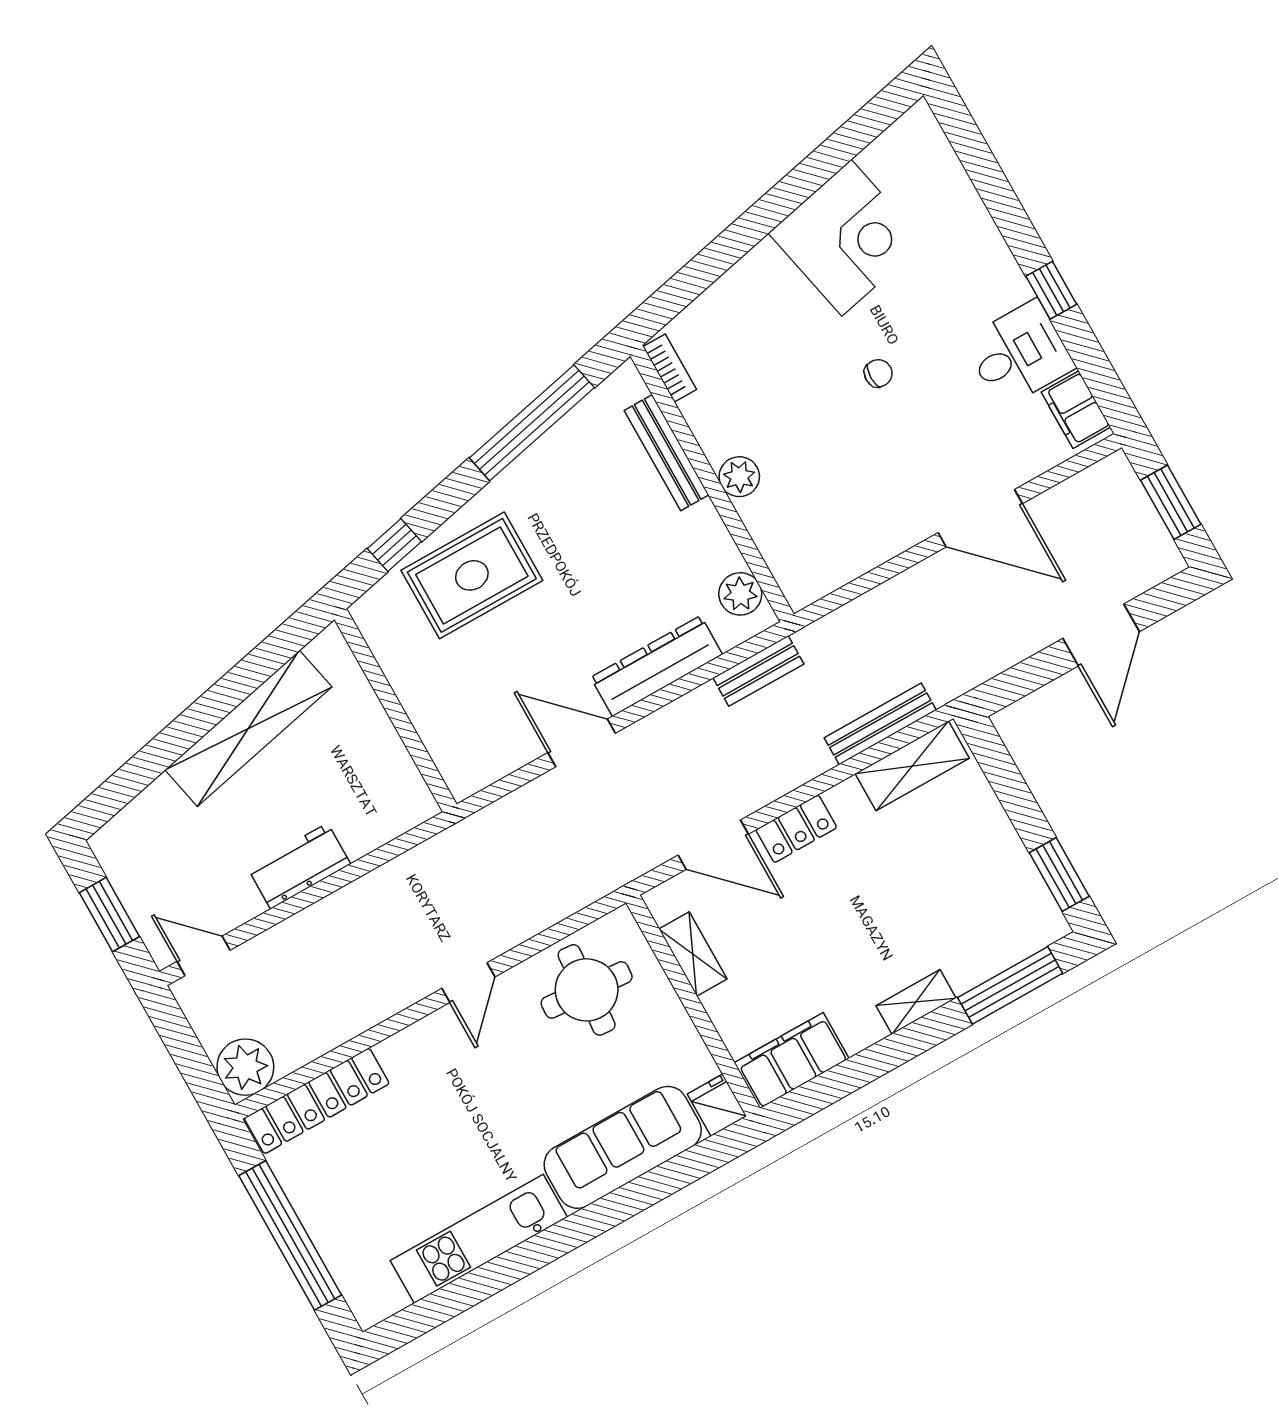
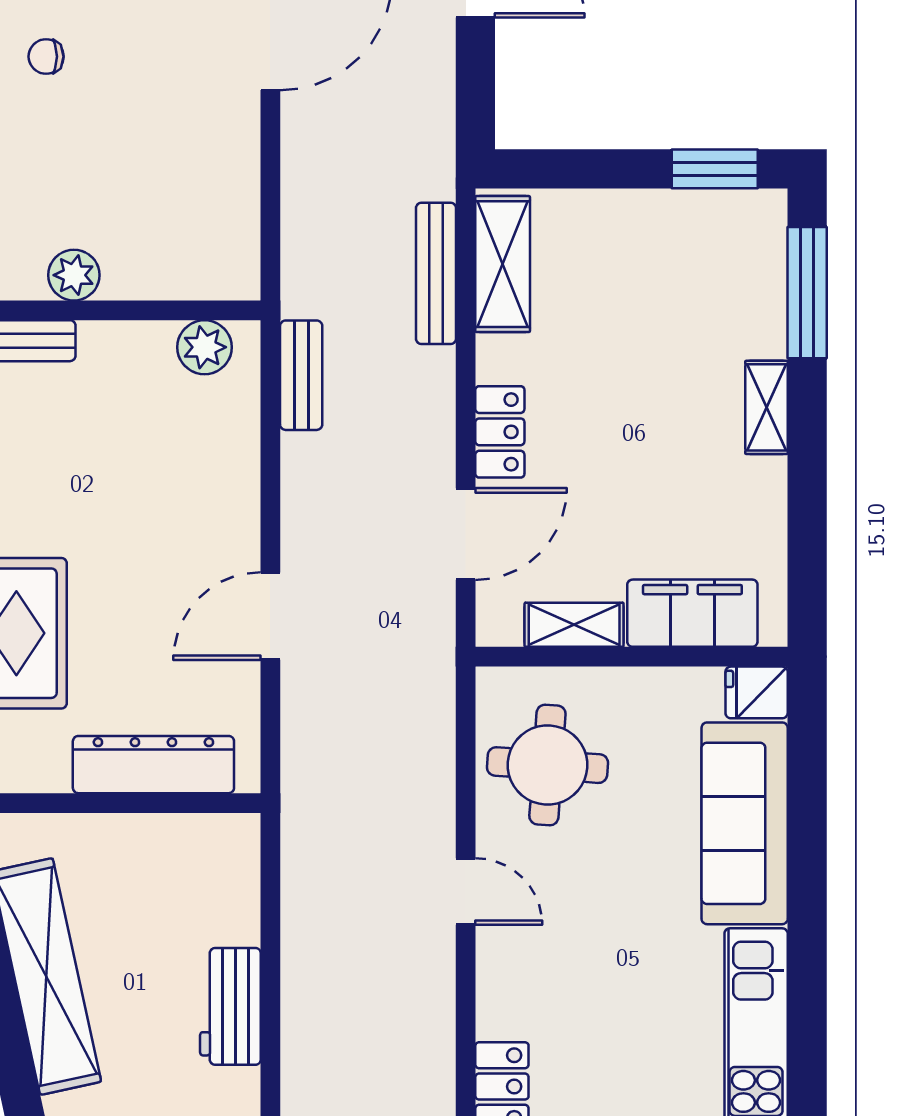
chair: (878, 373) -> (46, 57), turned -90
dresser: (657, 666) -> (153, 765), moved, turned 90
filing cabinet: (792, 1061) -> (692, 613), moved, turned 90

